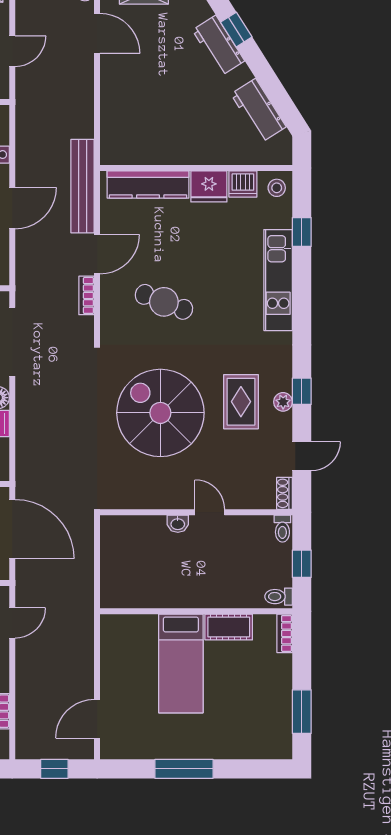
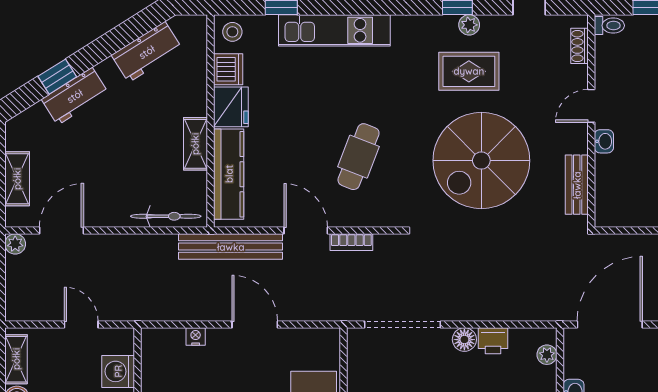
bicycle: (110, 128) -> (166, 216), added
shelving: (175, 154) -> (195, 144), added
shoe rack: (285, 493) -> (579, 46), moved, turned 90
bench: (139, 499) -> (577, 185), added

